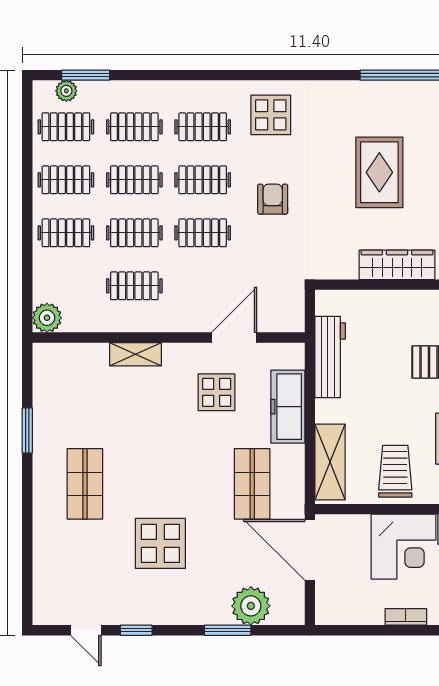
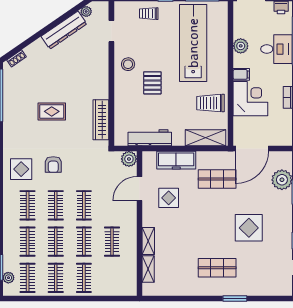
rug: (379, 172) -> (52, 111), width x0.73, depth x0.70
armchair: (273, 199) -> (53, 164), moved, turned -90
wardrobe: (397, 265) -> (101, 120), moved
plant: (47, 318) -> (129, 159), moved
door: (234, 338) -> (139, 189), hinge flipped
shelving: (83, 354) -> (148, 269), added
window: (27, 430) -> (235, 298), moved

